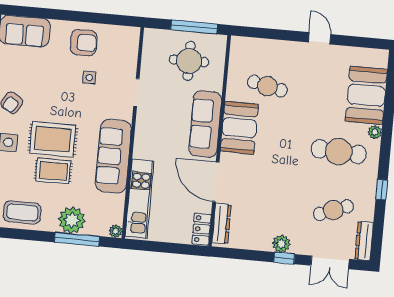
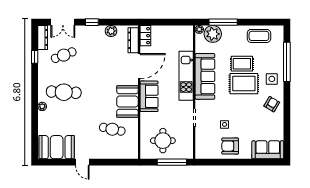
window: (194, 27) -> (172, 162), moved
booth: (366, 95) -> (57, 147), moved, turned 90
sofa: (205, 124) -> (149, 96), width x0.73
door: (216, 182) -> (139, 66), hinge flipped
window: (382, 190) -> (35, 57), moved
kitchen unit: (140, 199) -> (186, 76), moved
plant: (72, 220) -> (213, 34), moved
plant: (281, 244) -> (111, 31), moved
double door: (330, 262) -> (63, 22), swing flipped

